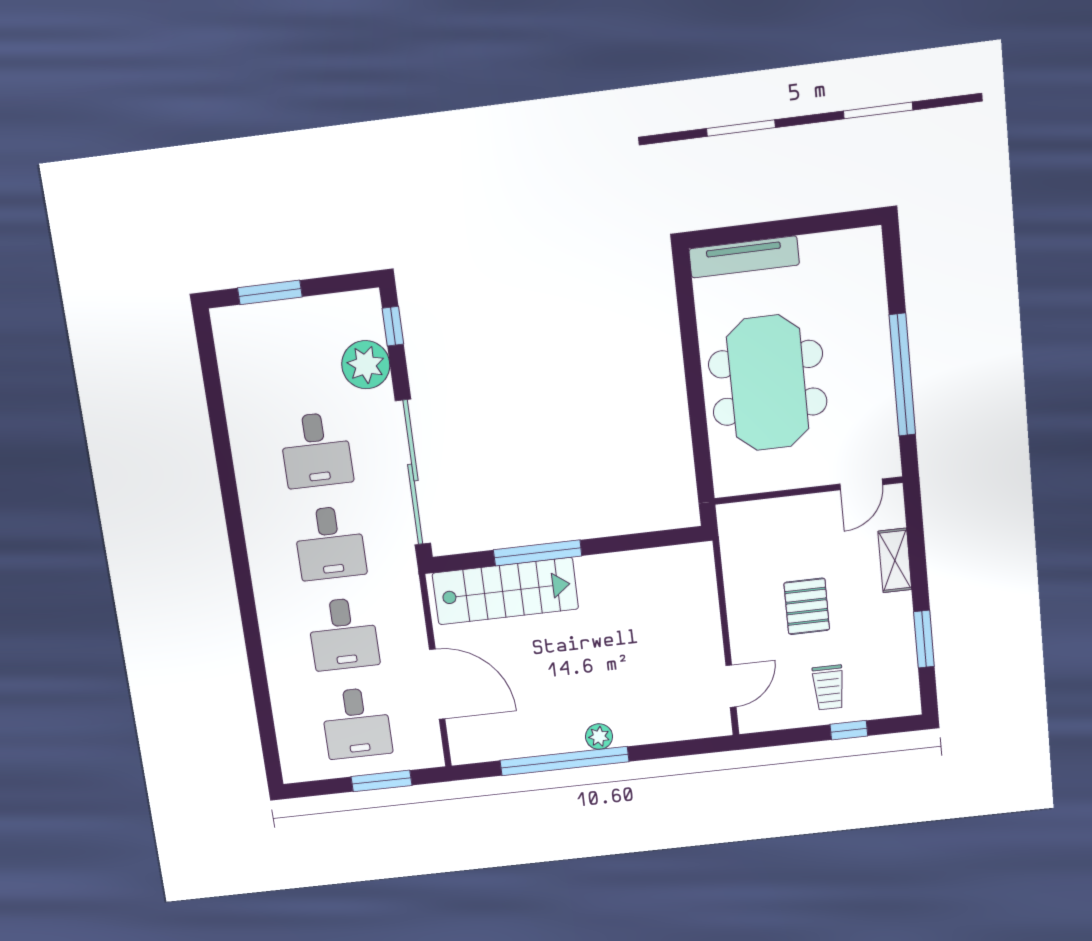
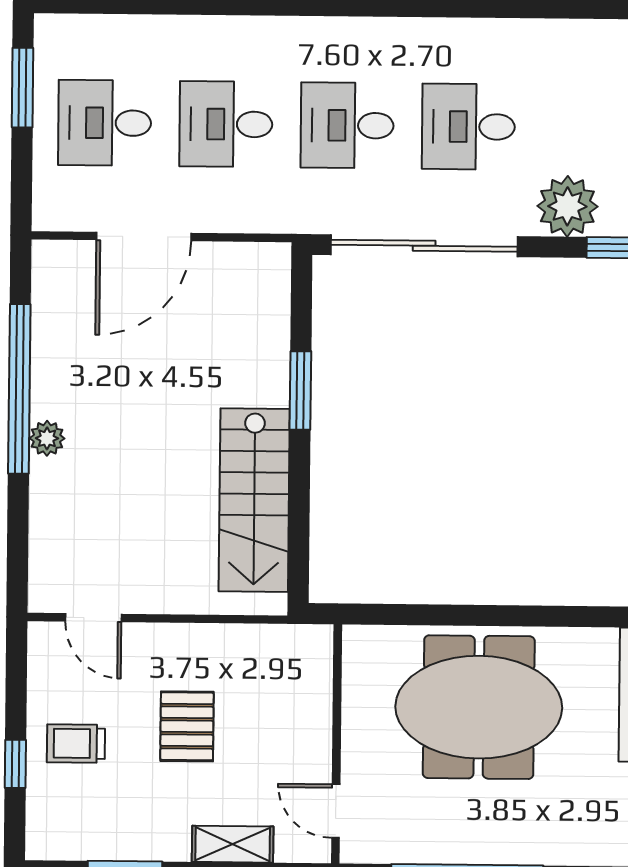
window: (538, 553) -> (300, 390), width x0.69
stairs: (505, 591) -> (254, 500), moved
pallet: (807, 606) -> (187, 726), turned 90
window: (382, 781) -> (23, 88), moved

